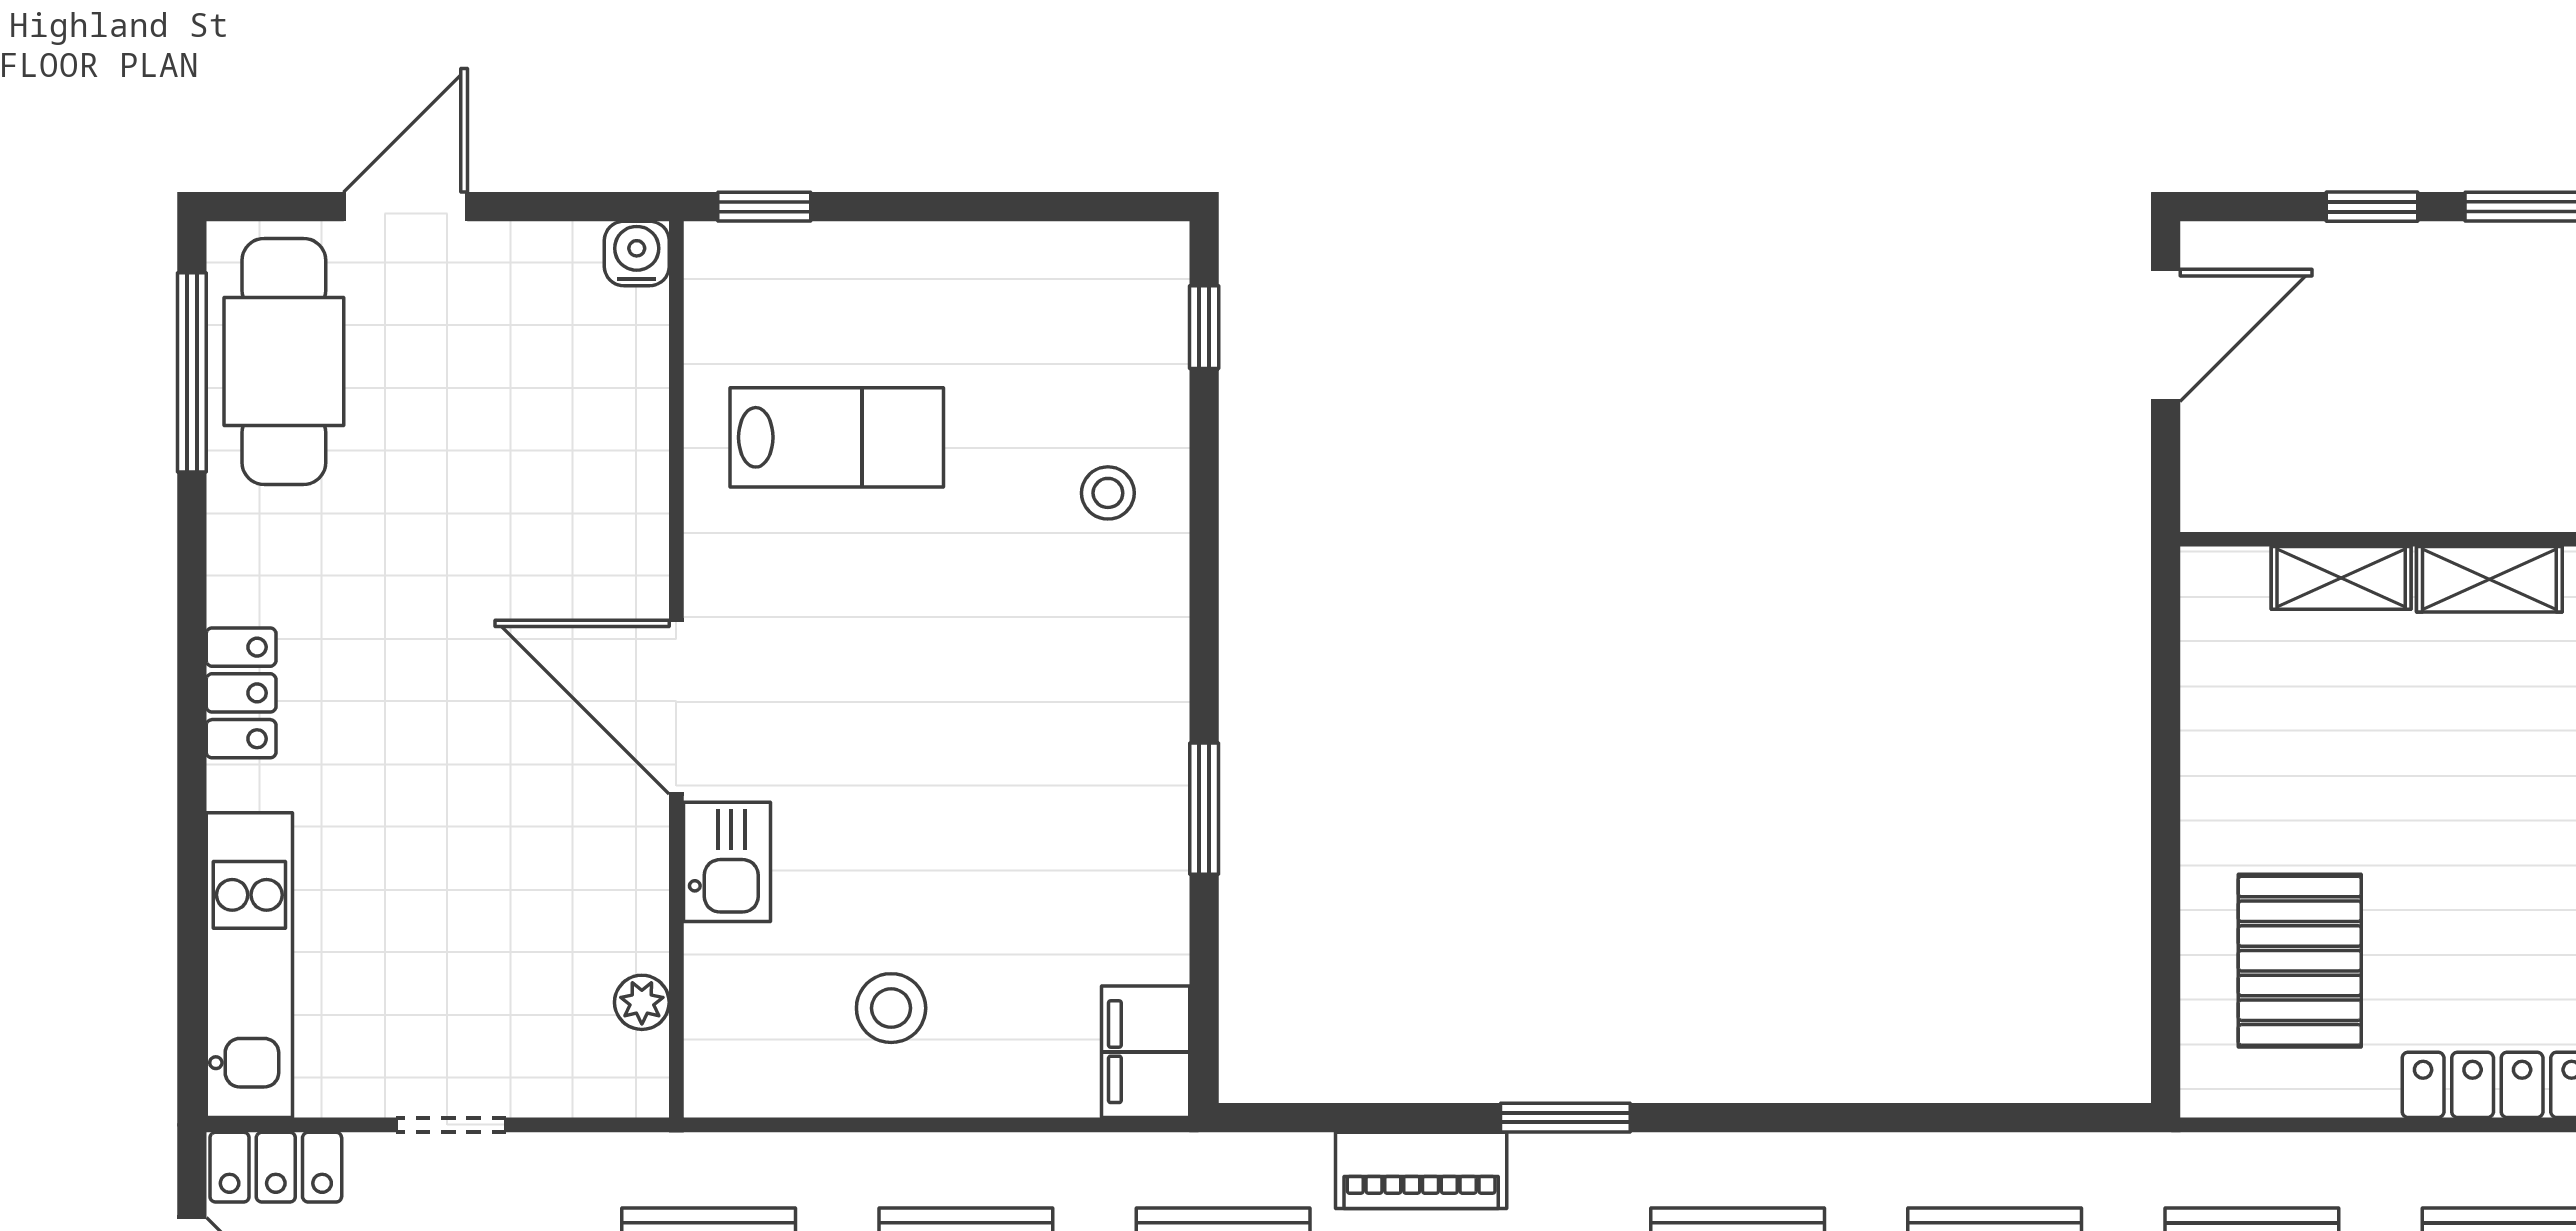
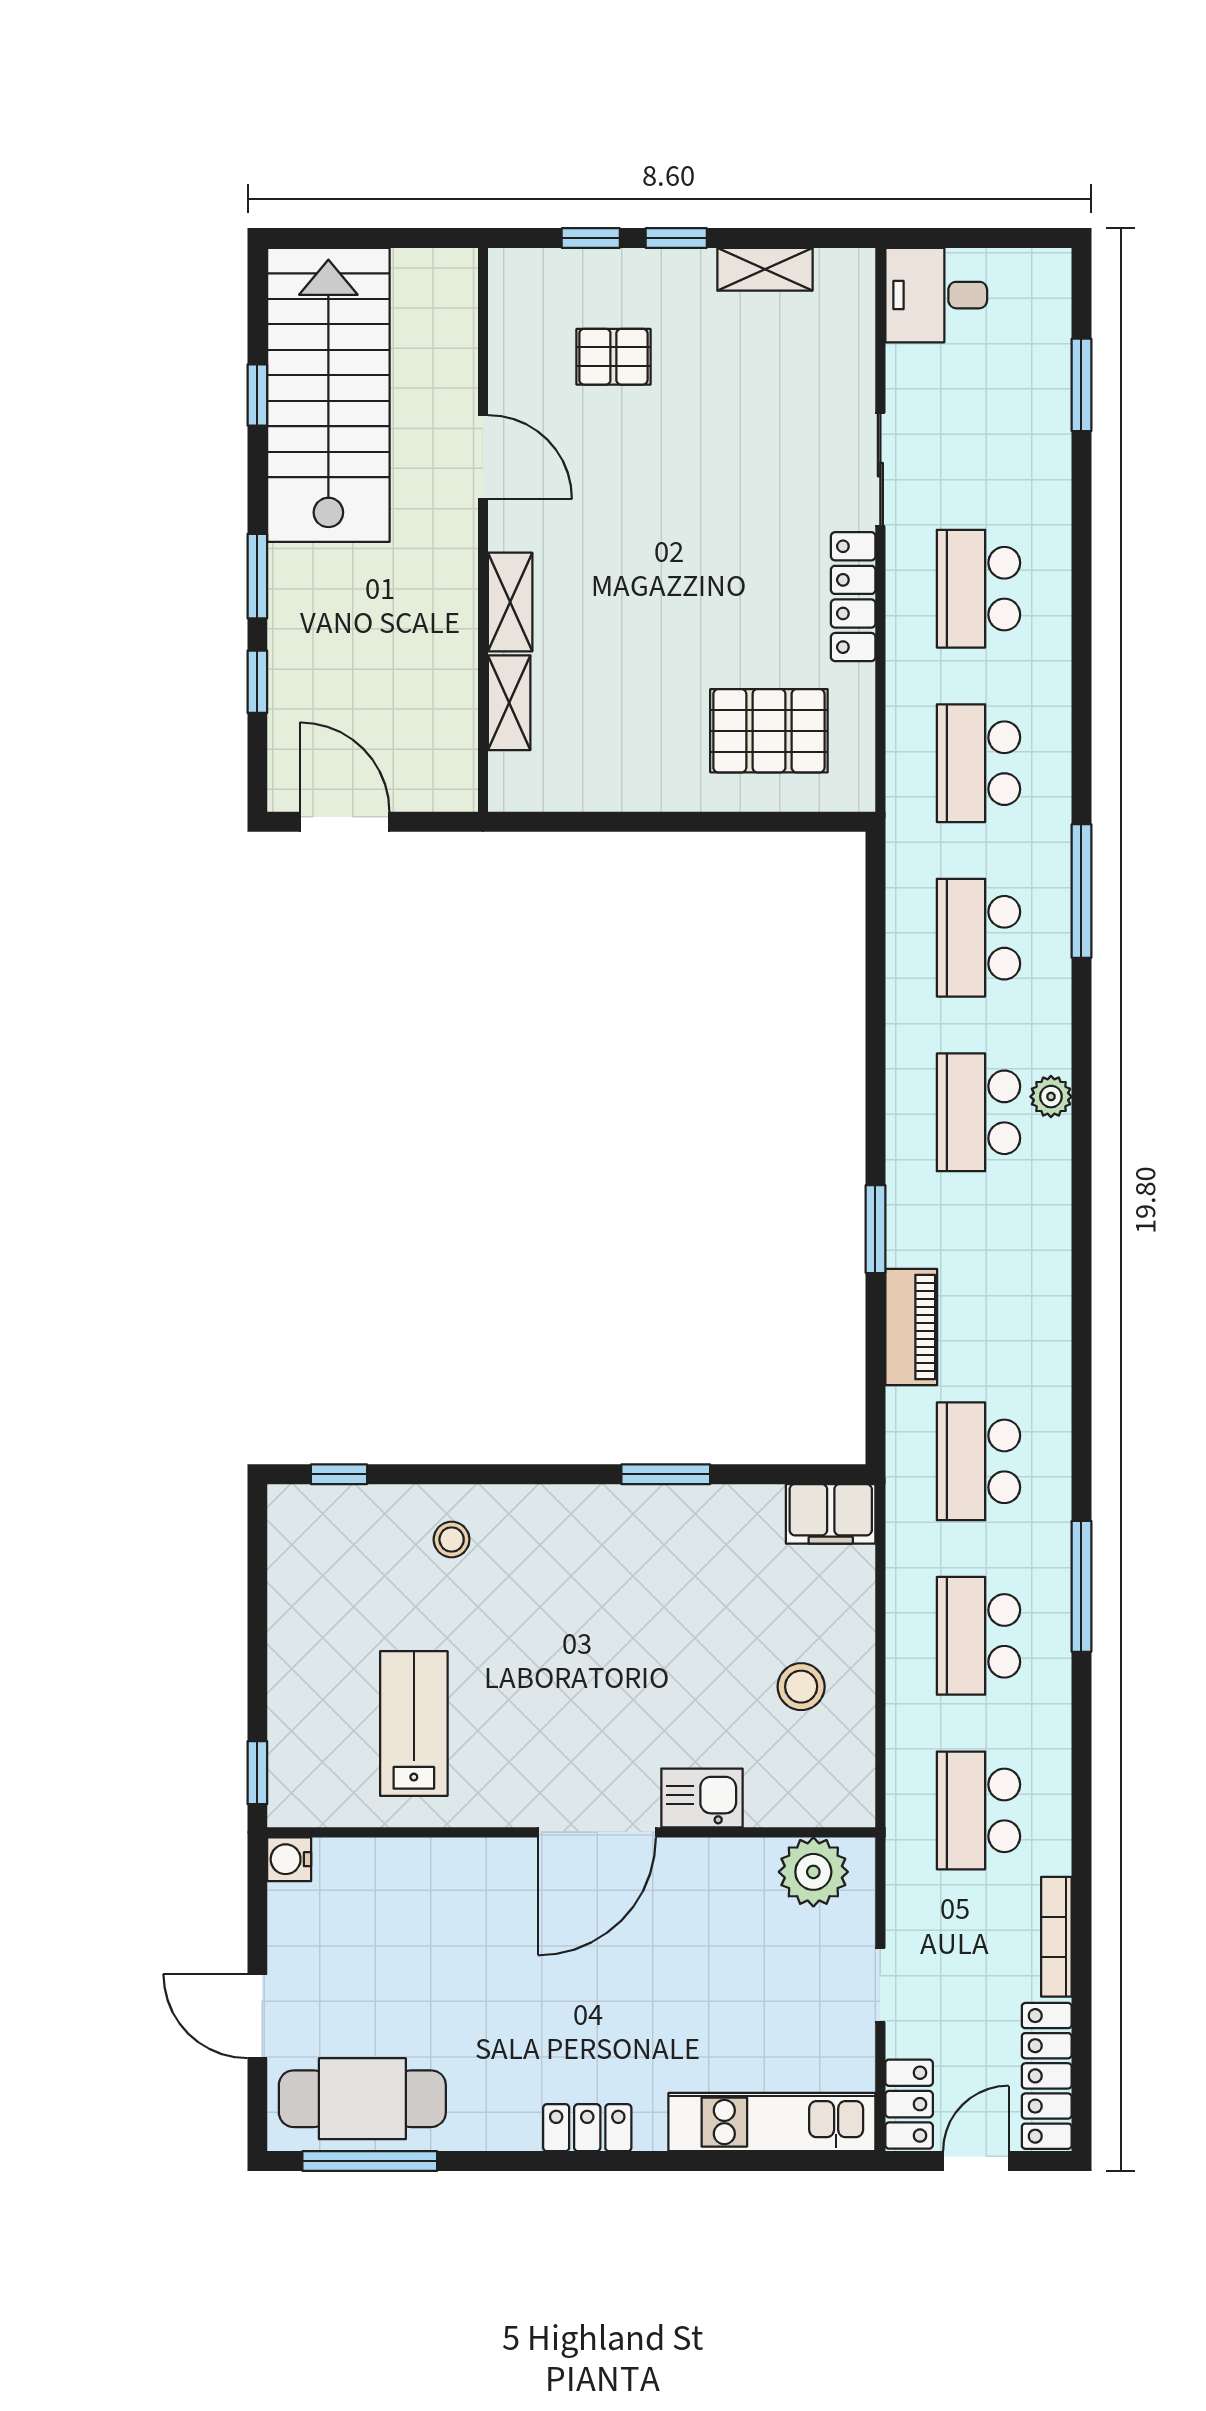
plant: (642, 1002) -> (813, 1872), width x1.87, depth x1.87

